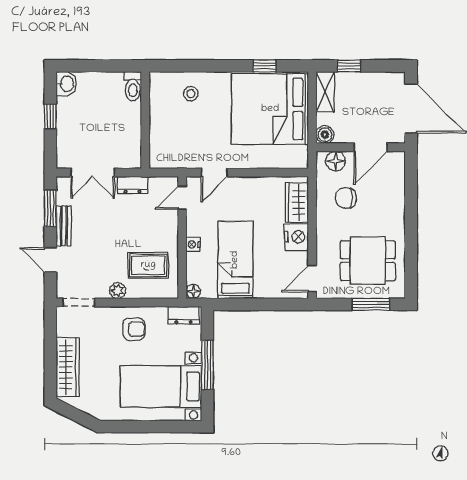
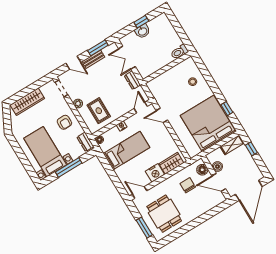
washbasin: (66, 84) -> (142, 31), moved
boiler: (325, 135) -> (217, 166), moved
door: (182, 198) -> (141, 107), hinge flipped
door: (50, 260) -> (73, 63), swing flipped

